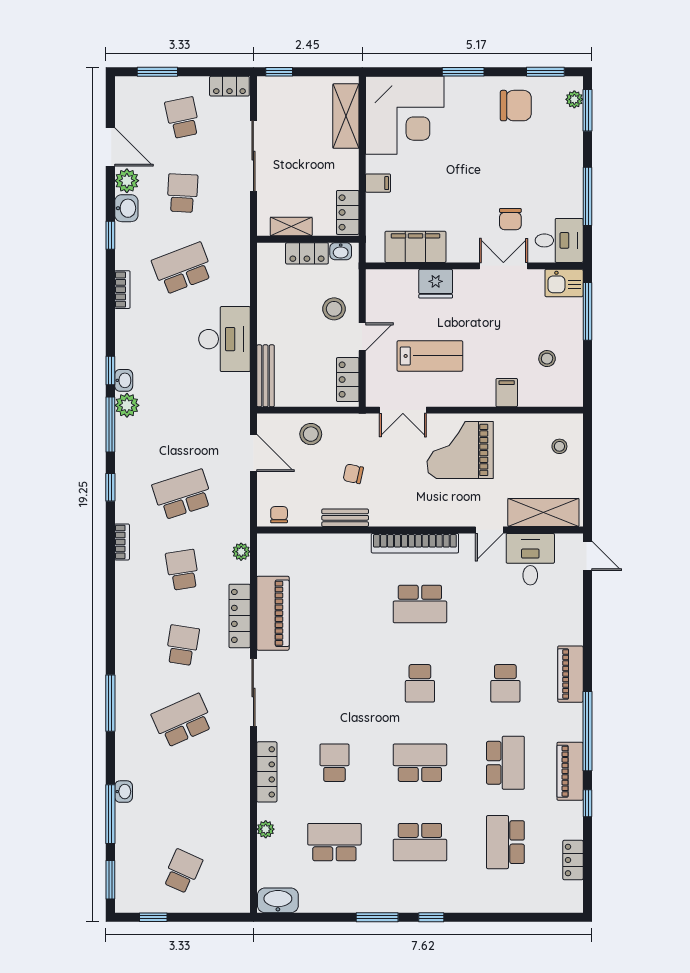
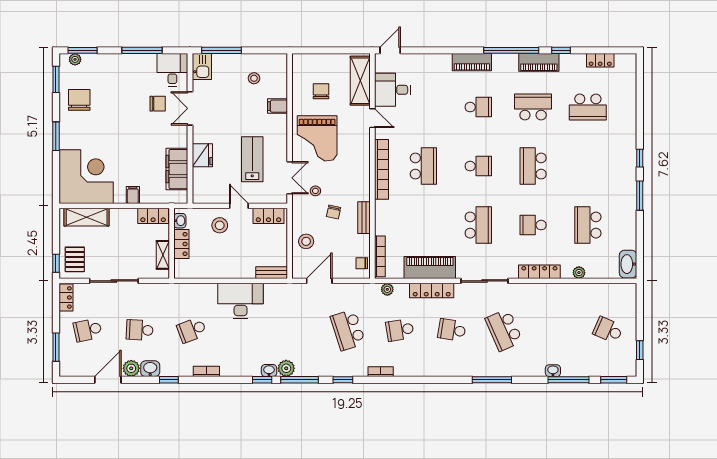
pallet: (285, 99) -> (75, 259), added
school desk: (182, 268) -> (192, 330), width x0.54
bench: (265, 376) -> (272, 273), width x0.73
stool: (559, 446) -> (315, 191), moved
chair: (528, 455) -> (321, 91), added
bookcase: (289, 541) -> (380, 256), added
school desk: (420, 842) -> (478, 225), moved

